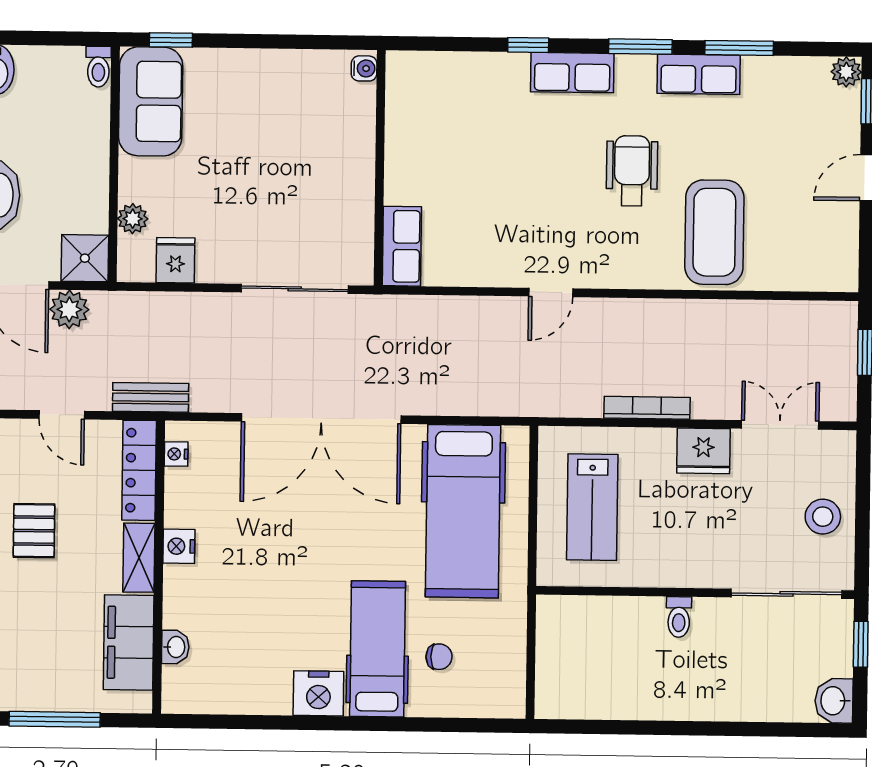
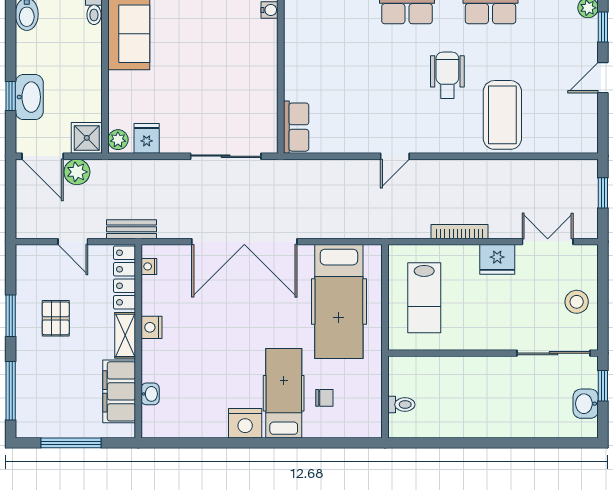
plant: (133, 219) -> (118, 140), moved
toilet: (679, 617) -> (401, 405), moved, turned -90
washbasin: (834, 701) -> (586, 404), moved

